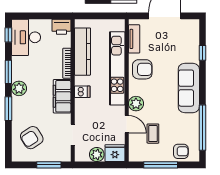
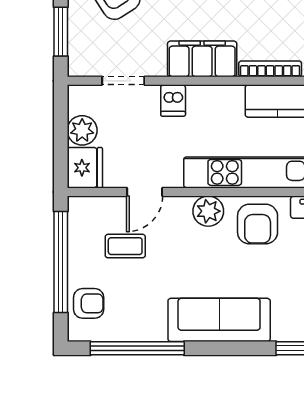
dishwasher: (82, 92) -> (173, 101), moved
plant: (136, 104) -> (208, 211), moved
armchair: (181, 151) -> (89, 303), turned -90
window: (161, 165) -> (61, 262), width x1.46

